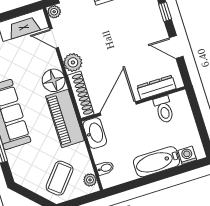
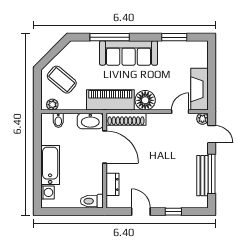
door: (176, 47) -> (141, 212), hinge flipped
plant: (73, 62) -> (155, 121), removed
dresser: (156, 87) -> (112, 184), width x0.70
toilet: (164, 109) -> (92, 201), moved

